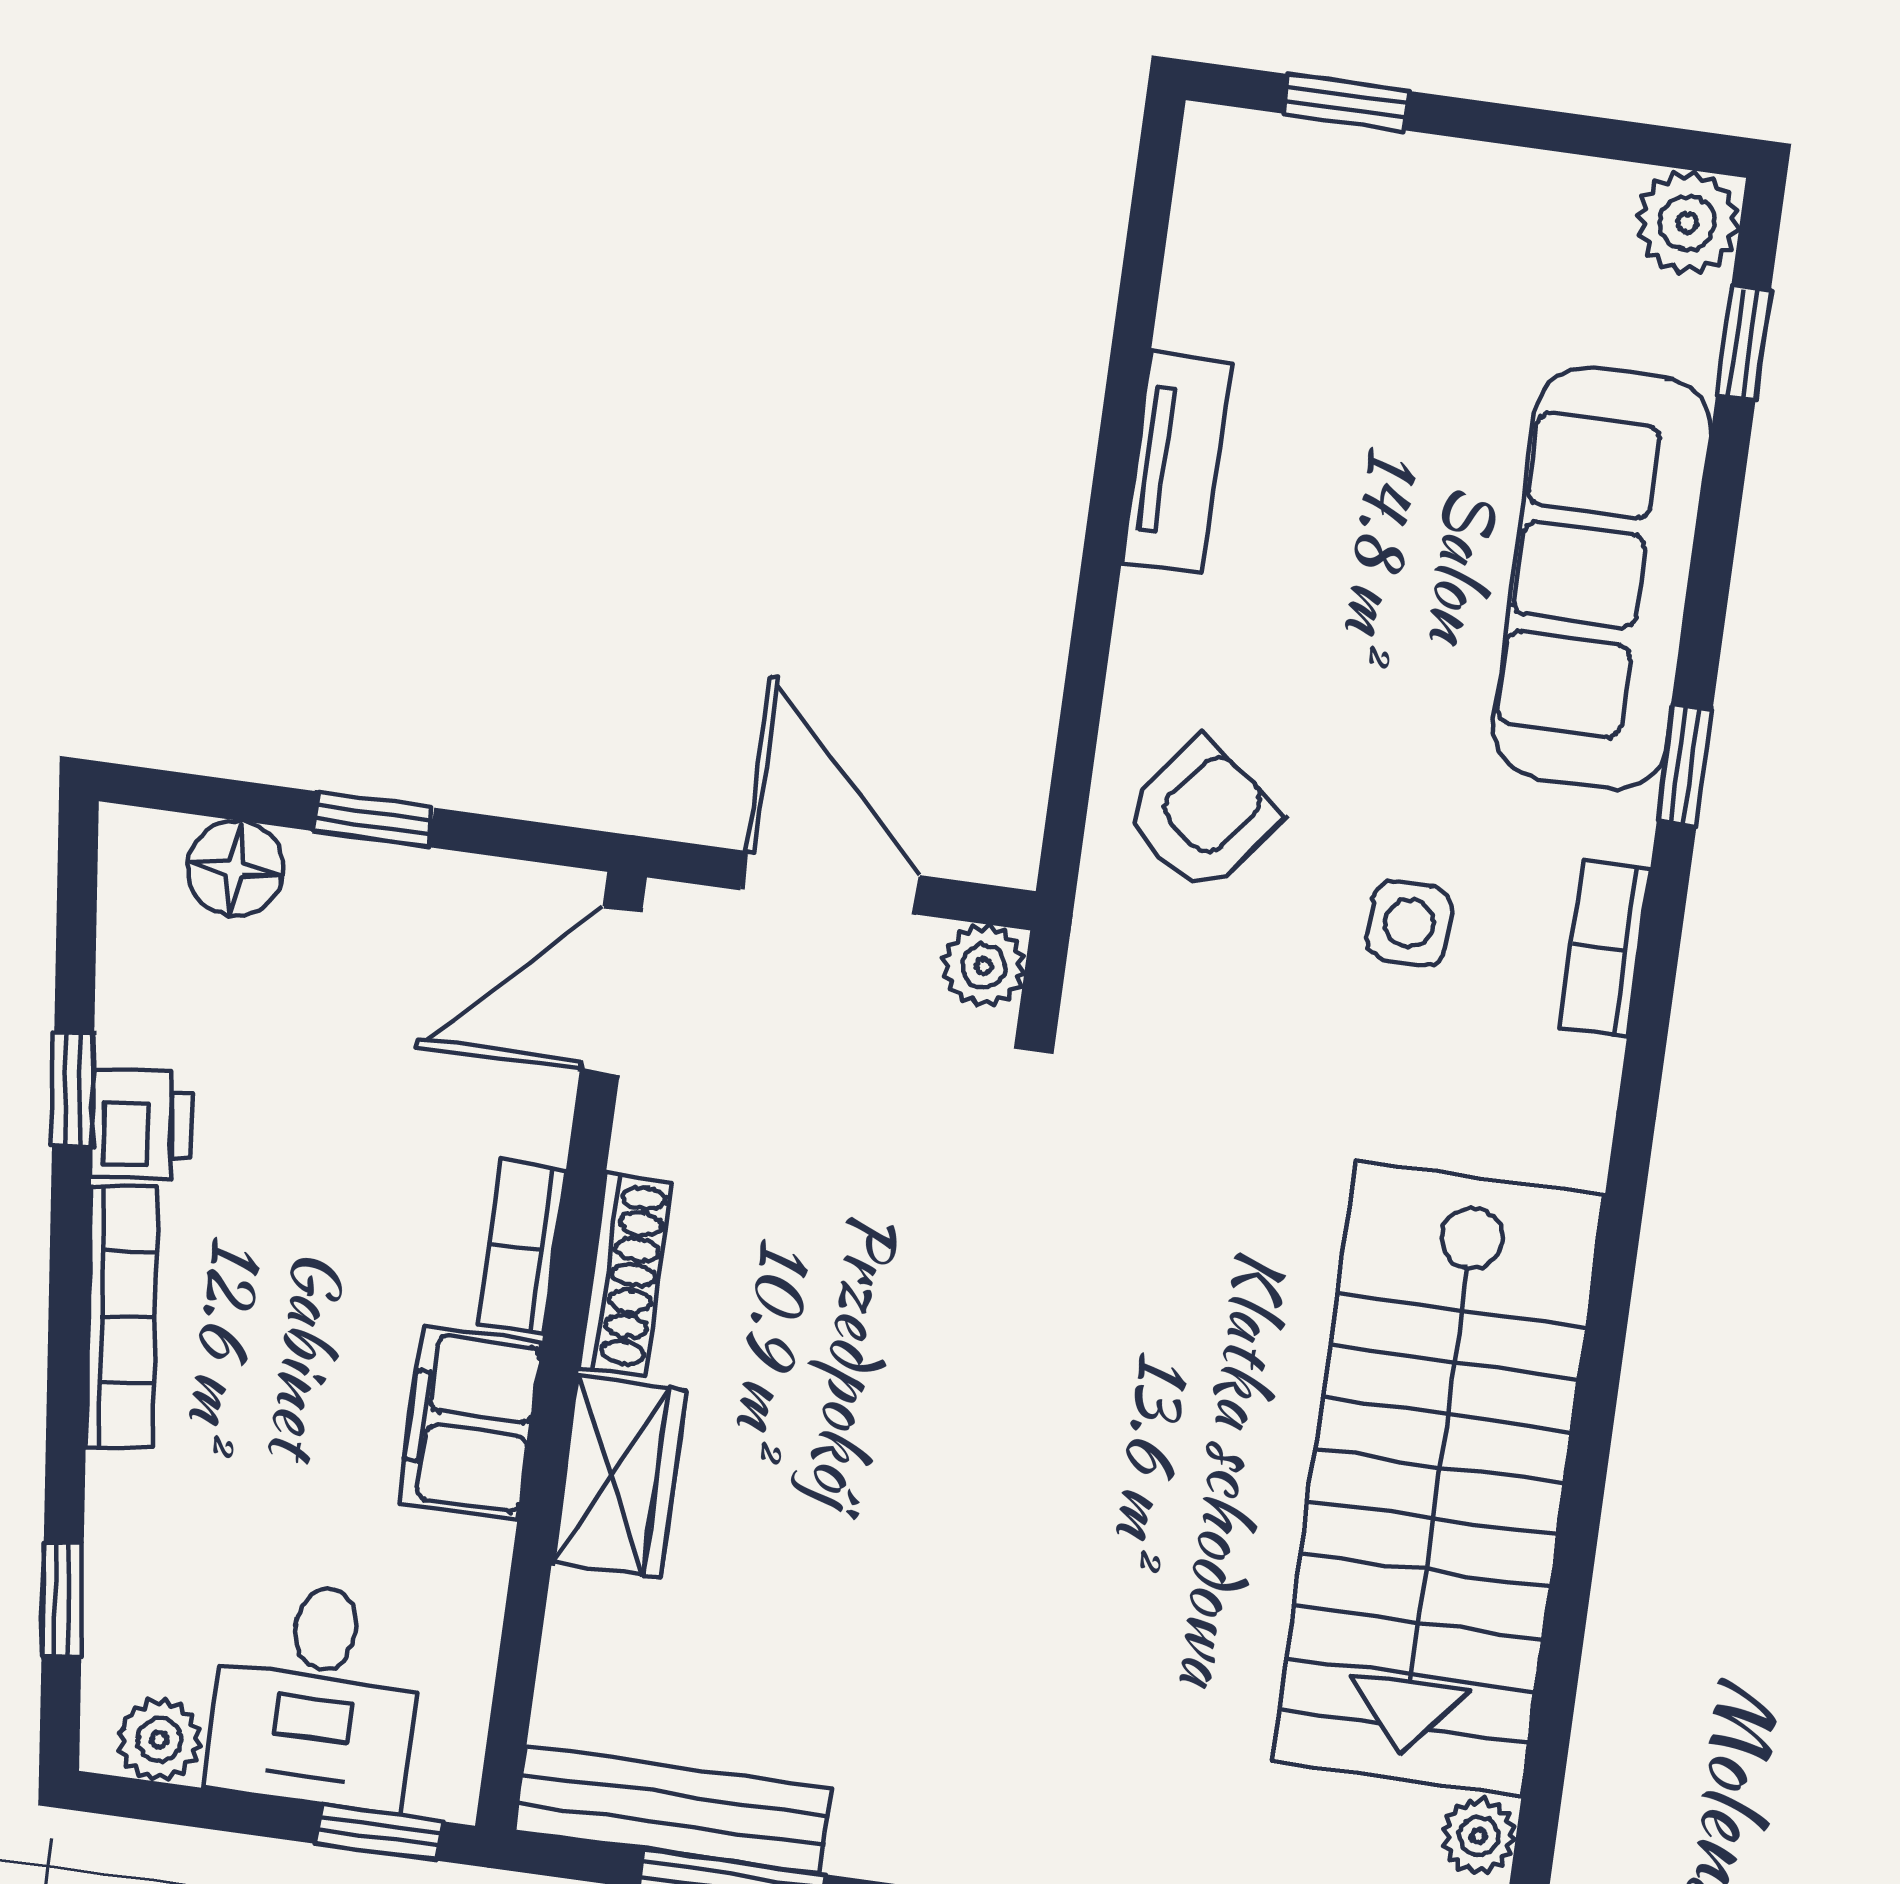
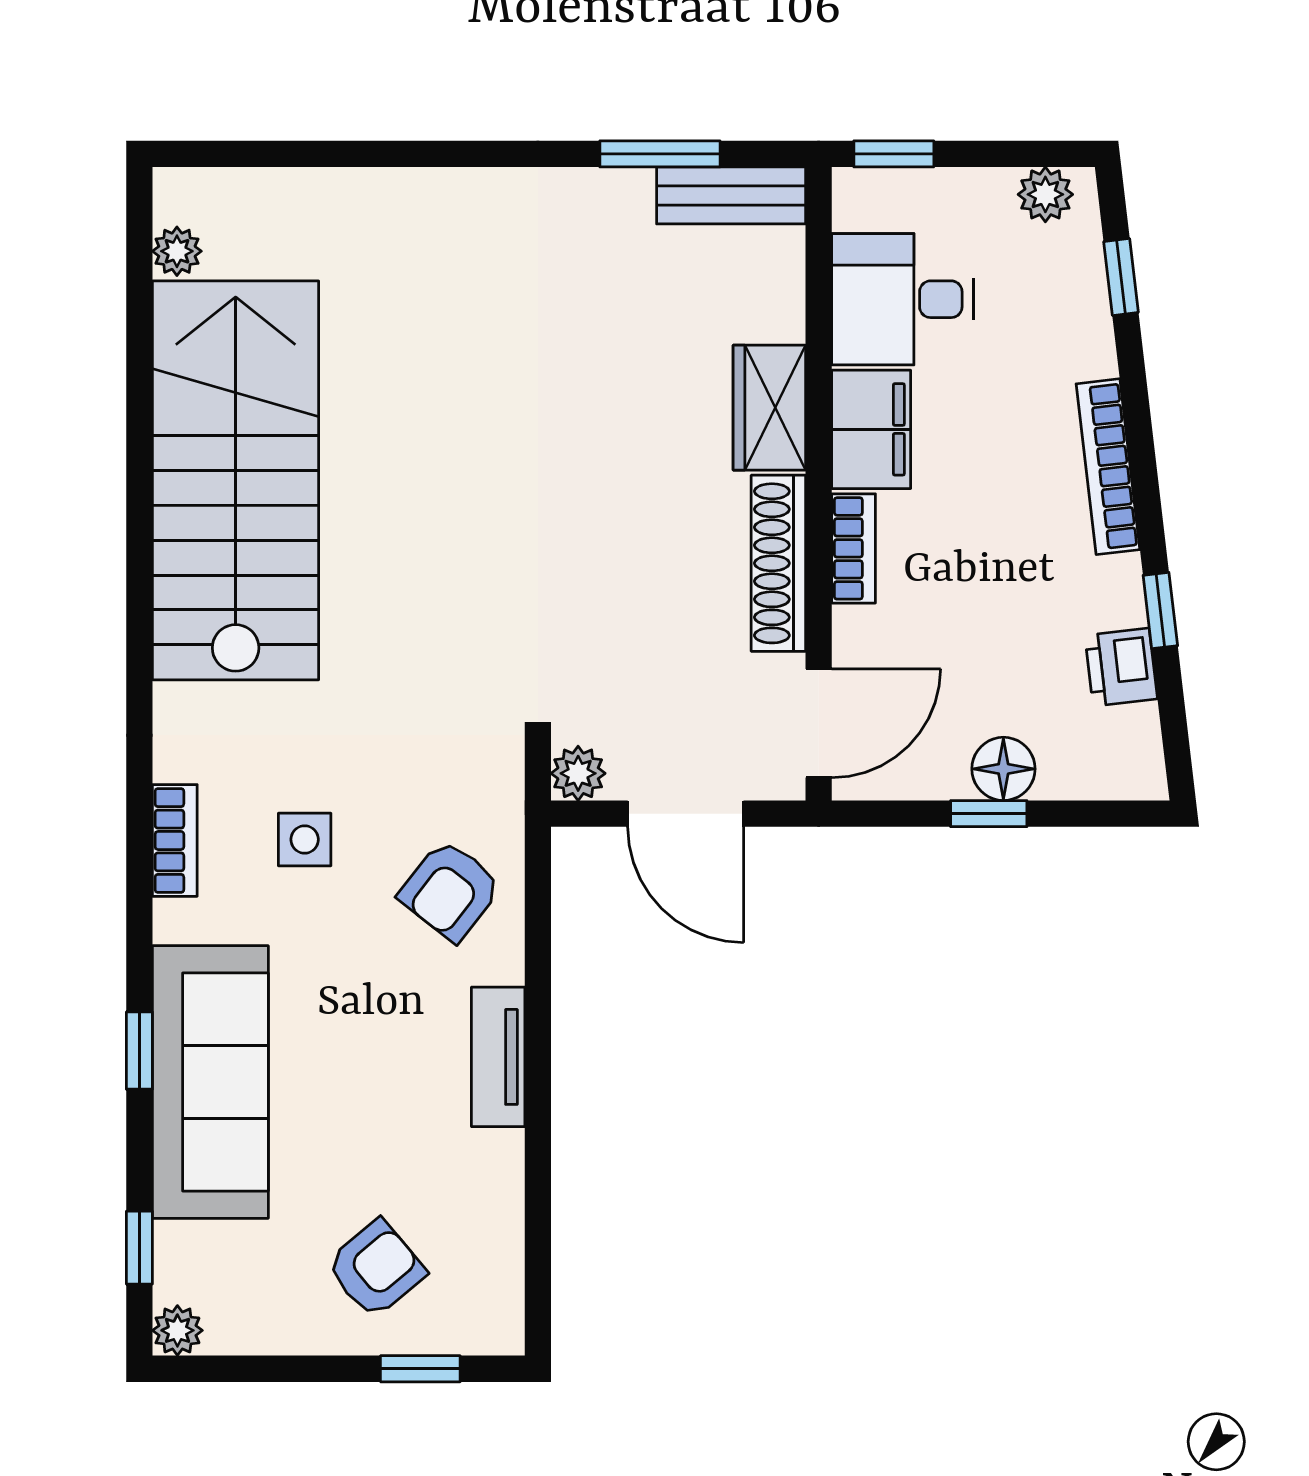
plant: (1687, 223) -> (177, 1330), width x0.73, depth x0.73
armchair: (1392, 262) -> (376, 1269), added
tv unit: (1176, 463) -> (498, 1057), moved
window: (1685, 766) -> (139, 1051), moved
floor lamp: (236, 869) -> (1003, 769), moved
printer: (142, 1124) -> (1121, 667), moved
shoe rack: (626, 1274) -> (778, 563), width x1.36, depth x1.24
desk: (316, 1695) -> (903, 299), moved, turned -90
bench: (673, 1810) -> (731, 195), width x0.73

